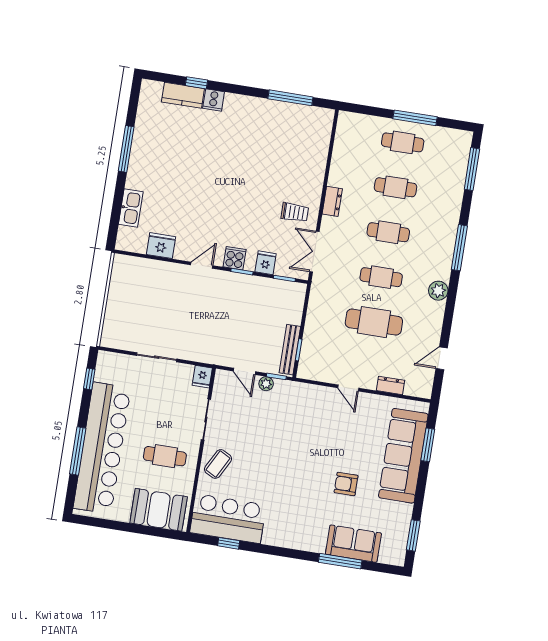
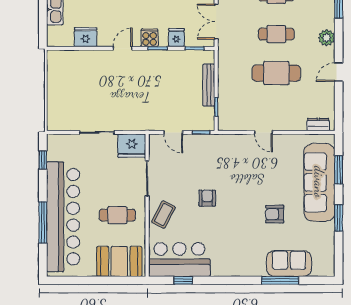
bench: (290, 350) -> (209, 85), moved
door: (442, 358) -> (339, 72), moved
fridge: (202, 377) -> (132, 146), width x1.88, depth x1.34
plant: (266, 384) -> (193, 140), removed
dresser: (390, 385) -> (318, 125), moved
armchair: (271, 453) -> (207, 198), added
window: (413, 535) -> (339, 218), moved

